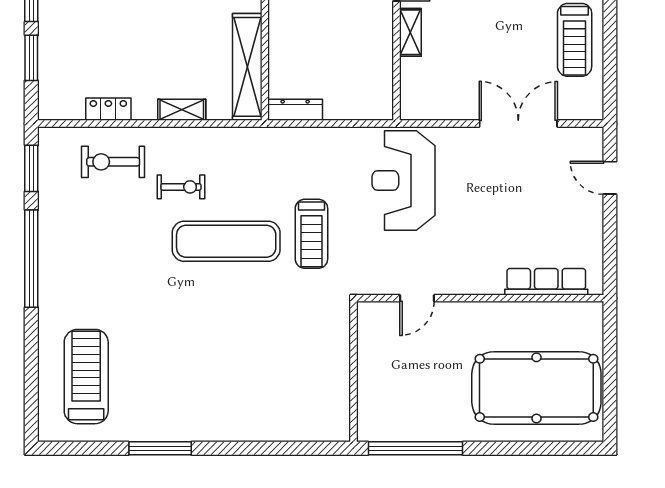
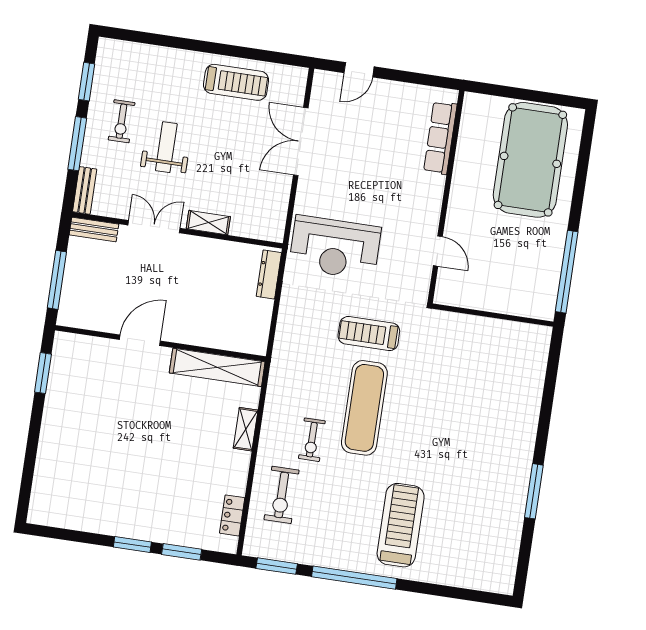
locker: (108, 109) -> (232, 515), moved
dresser: (295, 110) -> (269, 274), moved
exercise bike: (181, 187) -> (312, 440), turned 180
treadmill: (311, 234) -> (369, 334), turned 180
treadmill: (86, 377) -> (401, 525), moved, turned 90

